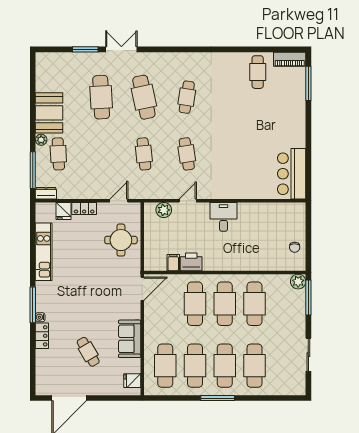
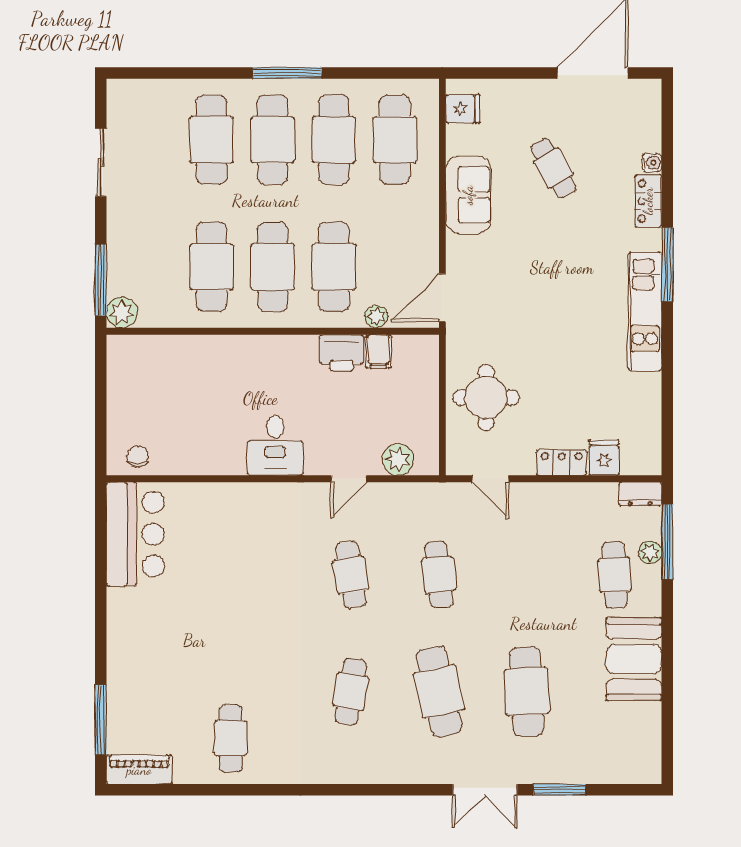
cafe table: (258, 72) -> (231, 738), moved
plant: (41, 140) -> (650, 552), moved
door: (119, 201) -> (490, 479), hinge flipped
chair: (295, 247) -> (138, 456), moved
kitchen unit: (44, 252) -> (645, 311), moved
plant: (174, 280) -> (376, 316), added
water cooler: (40, 317) -> (652, 163), moved

